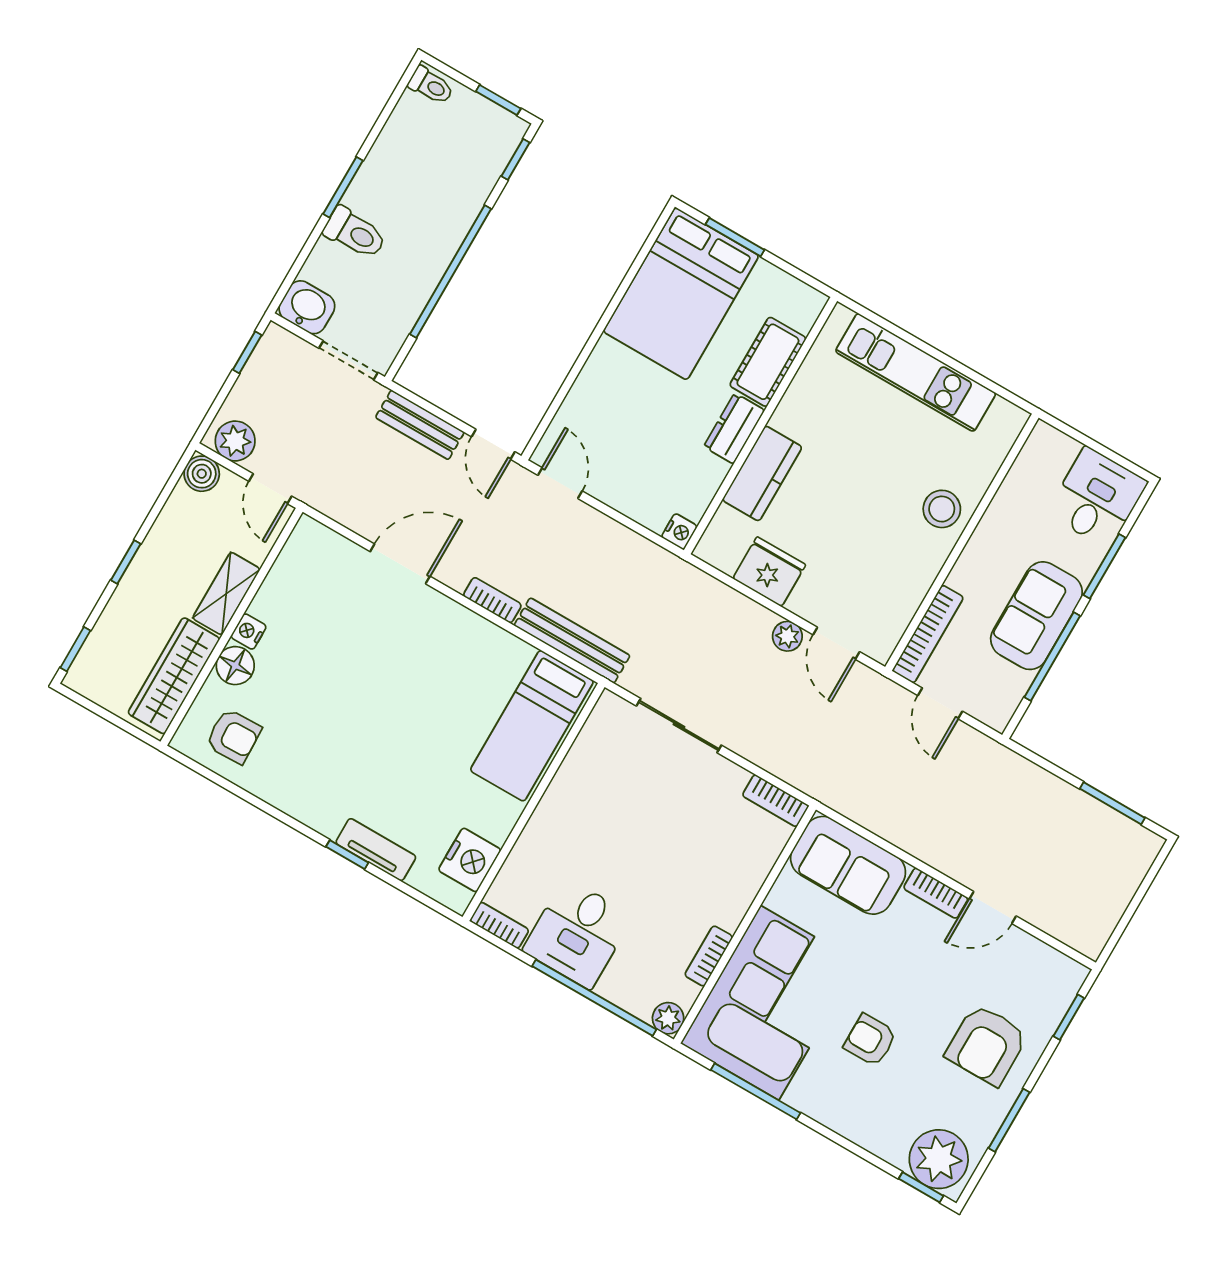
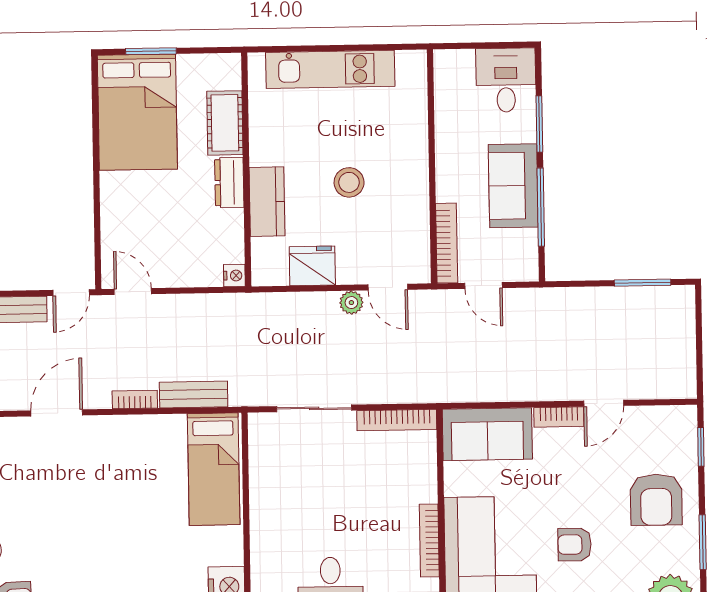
door: (493, 444) -> (71, 293), hinge flipped
stool: (942, 509) -> (349, 182), moved
bench: (572, 640) -> (194, 395), width x0.73
bookcase: (775, 801) -> (397, 420), width x1.56
bookcase: (709, 956) -> (429, 540), width x1.56

